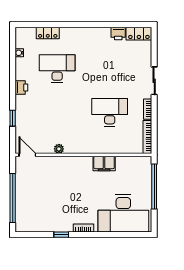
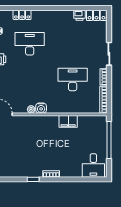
water cooler: (71, 147) -> (41, 108), added
desk: (123, 213) -> (93, 165), width x0.53, depth x0.77

